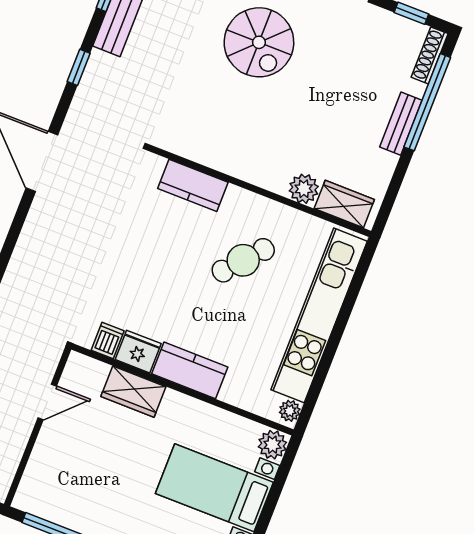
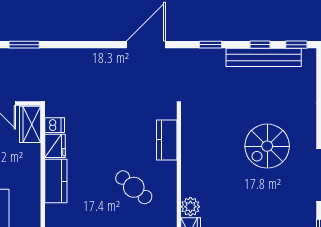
wardrobe: (133, 392) -> (30, 124), moved

